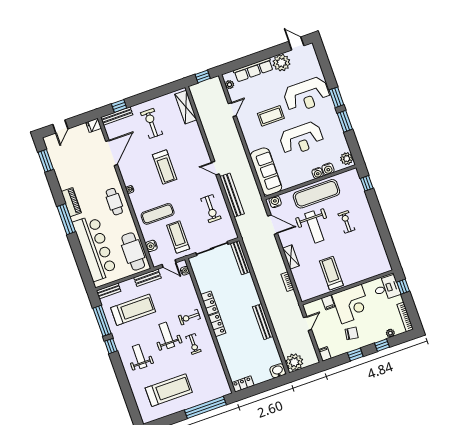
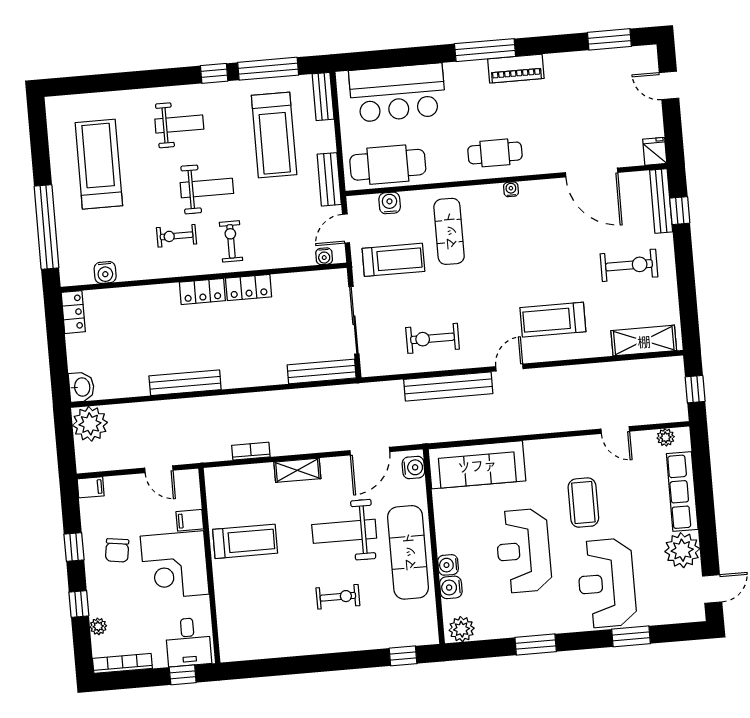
window: (336, 97) -> (631, 636), moved
treadmill: (165, 167) -> (553, 320), moved
bar counter: (95, 248) -> (397, 93), width x0.73
water cooler: (220, 374) -> (105, 272), added
treadmill: (169, 390) -> (99, 164), turned 180

